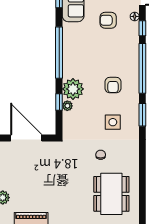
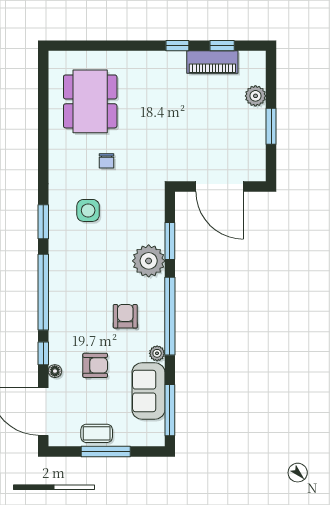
armchair: (113, 85) -> (125, 316), moved
window: (59, 102) -> (170, 241), width x1.50
plant: (67, 106) -> (157, 353), moved

